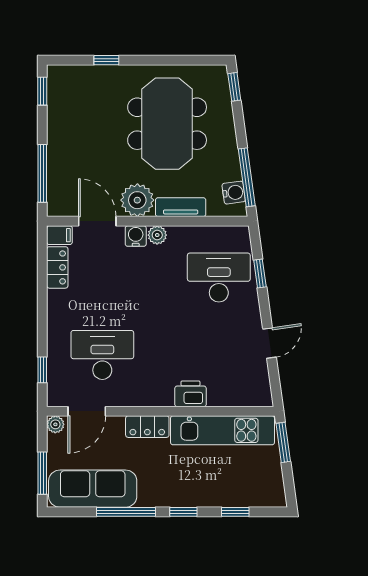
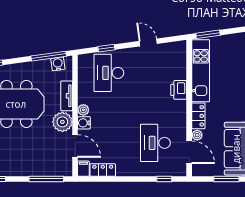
door: (97, 221) -> (75, 146), swing flipped
plant: (55, 424) -> (197, 135), moved

